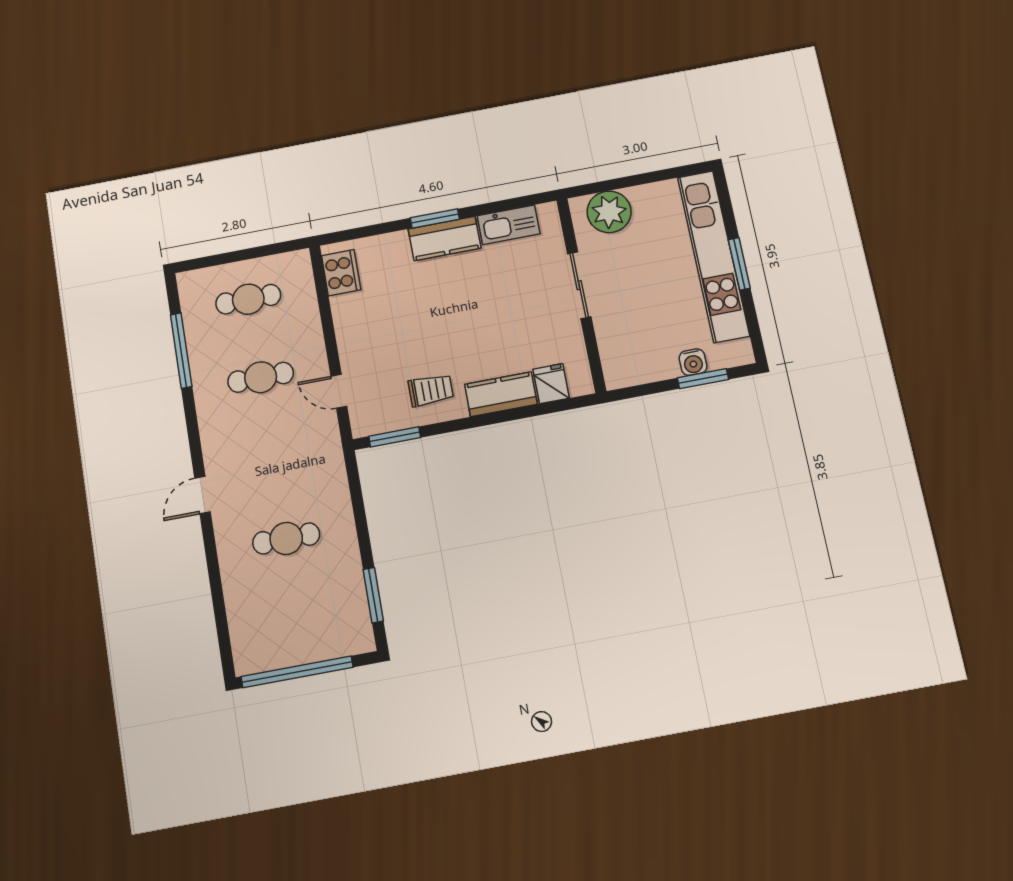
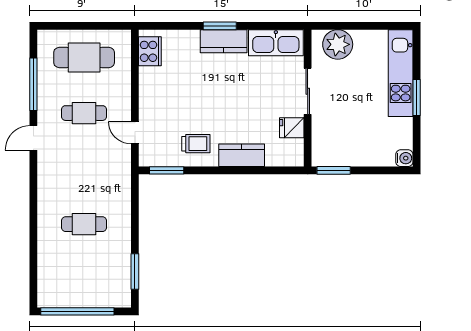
kitchen sink: (509, 225) -> (276, 43), width x1.36, depth x1.24
kitchen unit: (713, 256) -> (401, 73), width x0.73
cafe table: (248, 299) -> (84, 58), width x1.37, depth x1.35
water cooler: (693, 362) -> (404, 158), moved, turned -90
window: (703, 379) -> (334, 170), moved
fridge: (551, 384) -> (292, 128), moved, turned -90
door: (203, 495) -> (33, 138), moved

